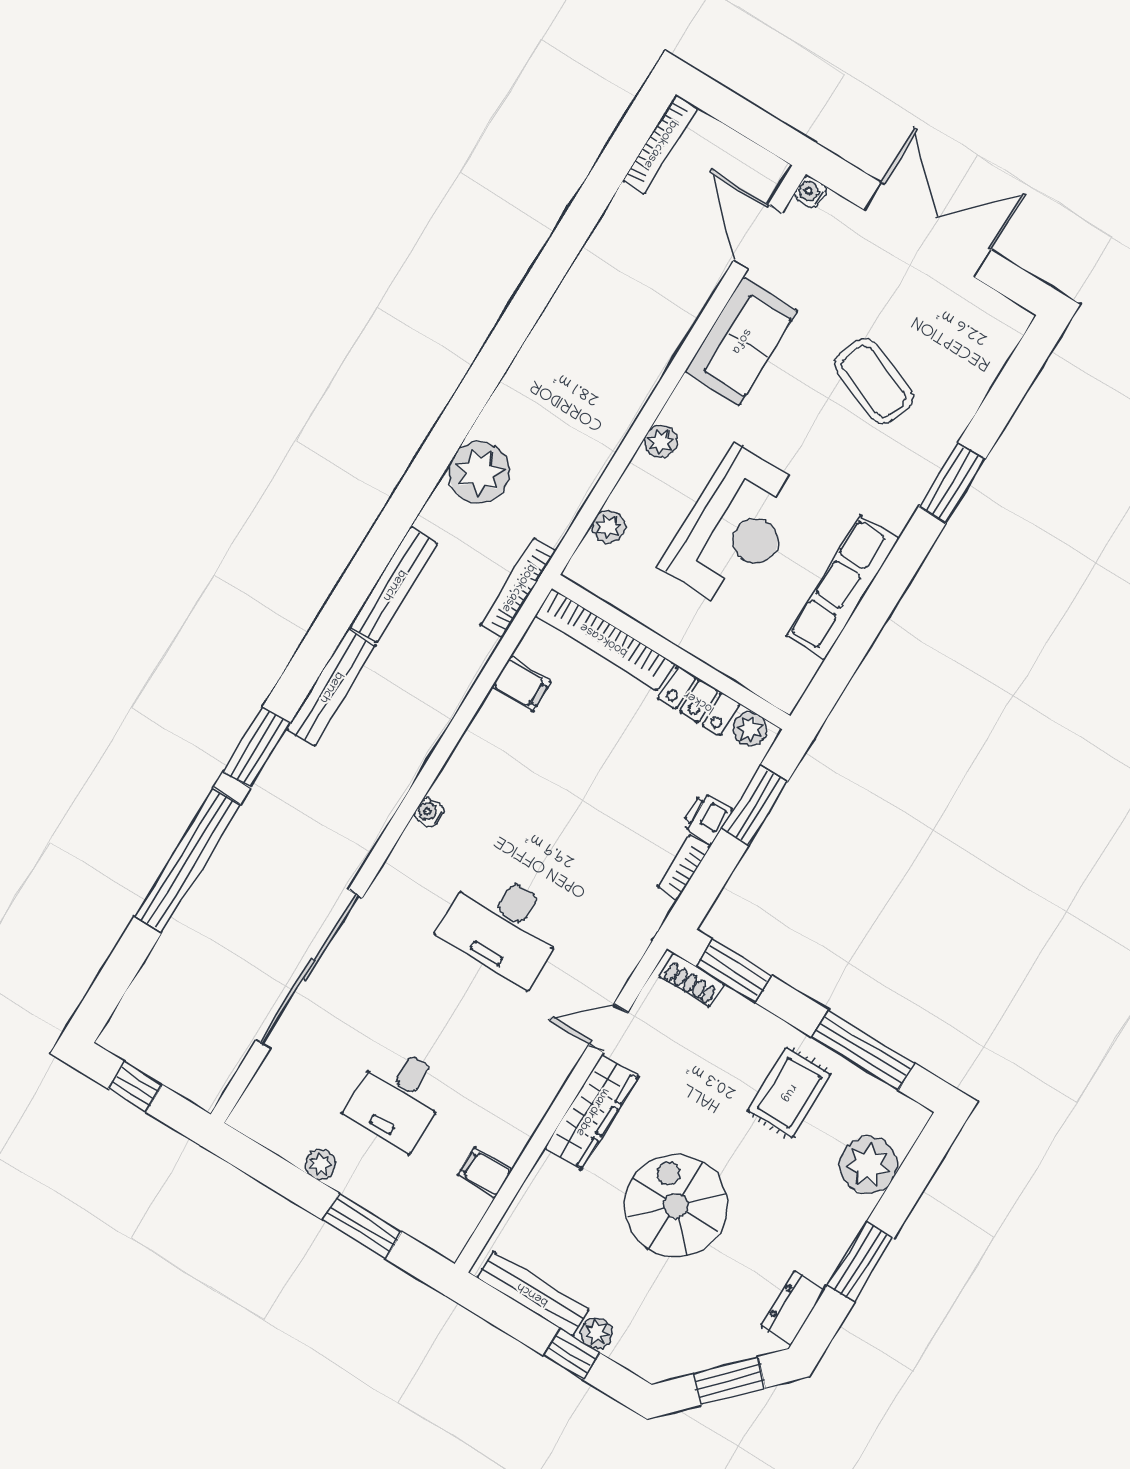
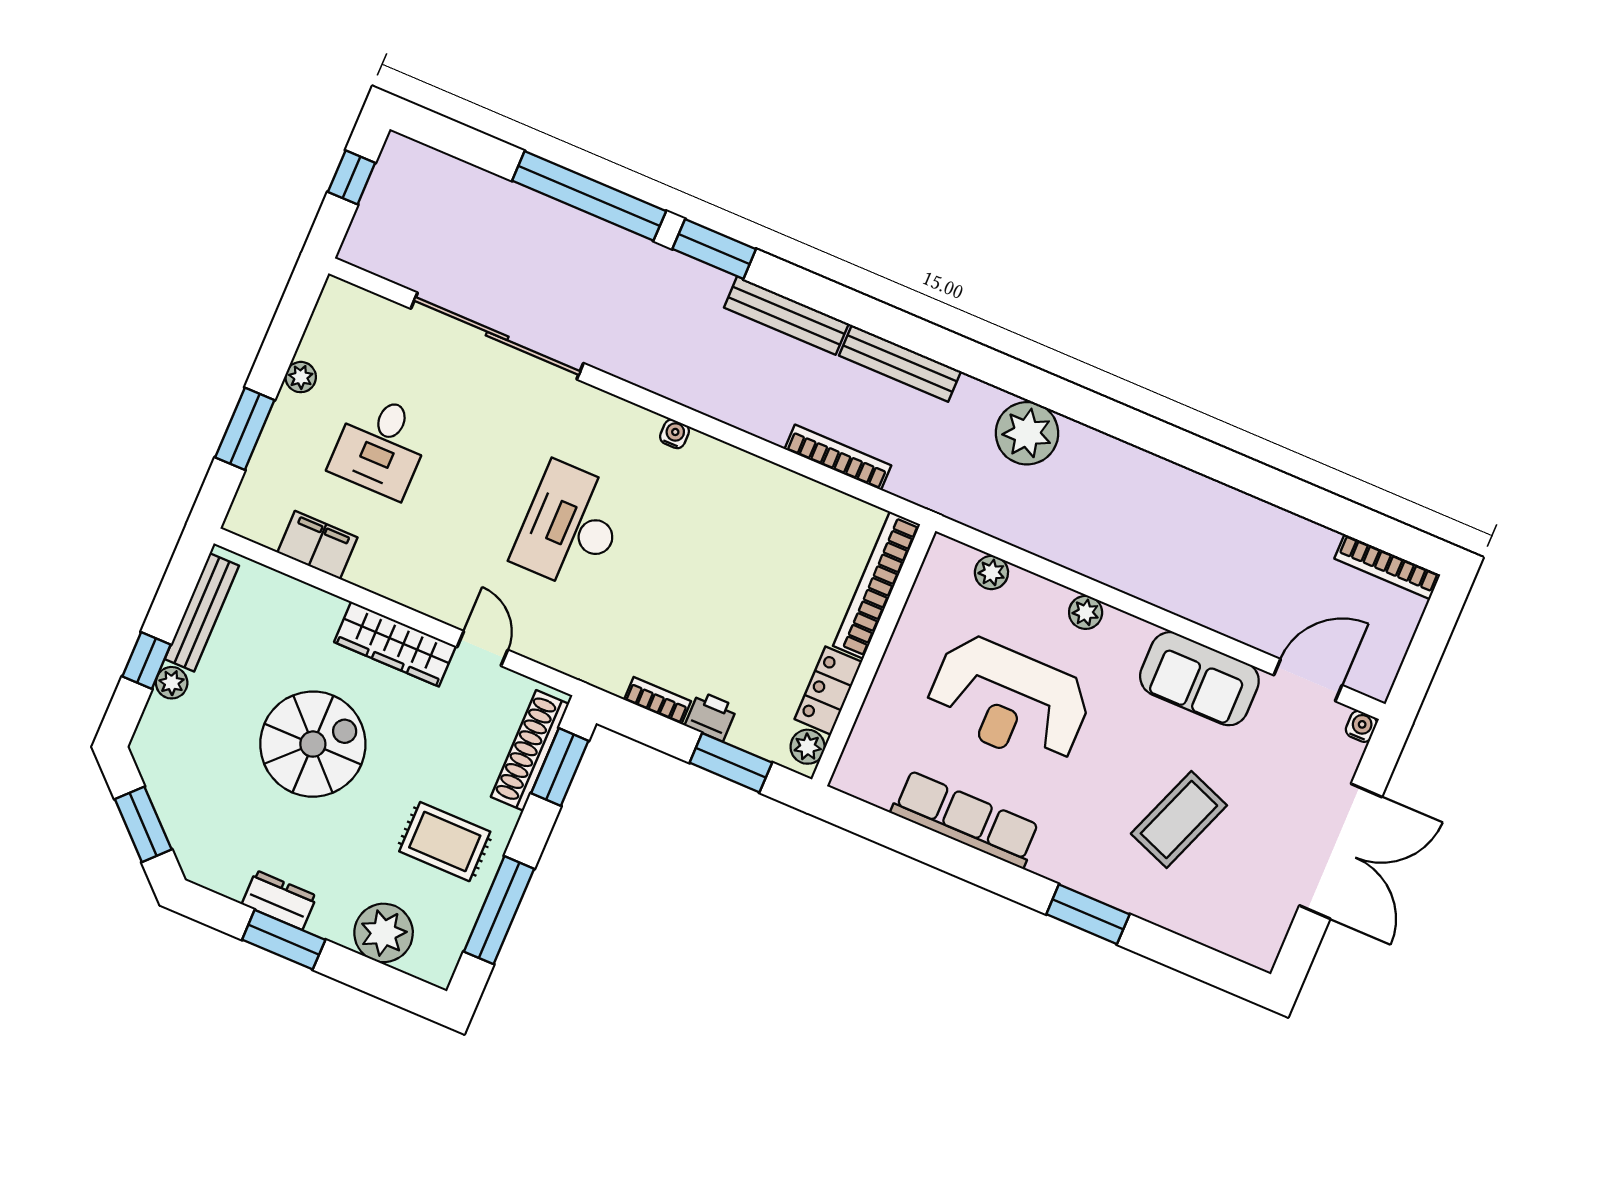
bookcase: (518, 588) -> (838, 457), moved
filing cabinet: (521, 684) -> (818, 508), removed
shoe rack: (692, 980) -> (530, 750), width x1.94, depth x1.24
desk: (398, 1097) -> (381, 446), turned -90
filing cabinet: (485, 1173) -> (317, 545), width x2.00
dresser: (793, 1308) -> (279, 900), moved

